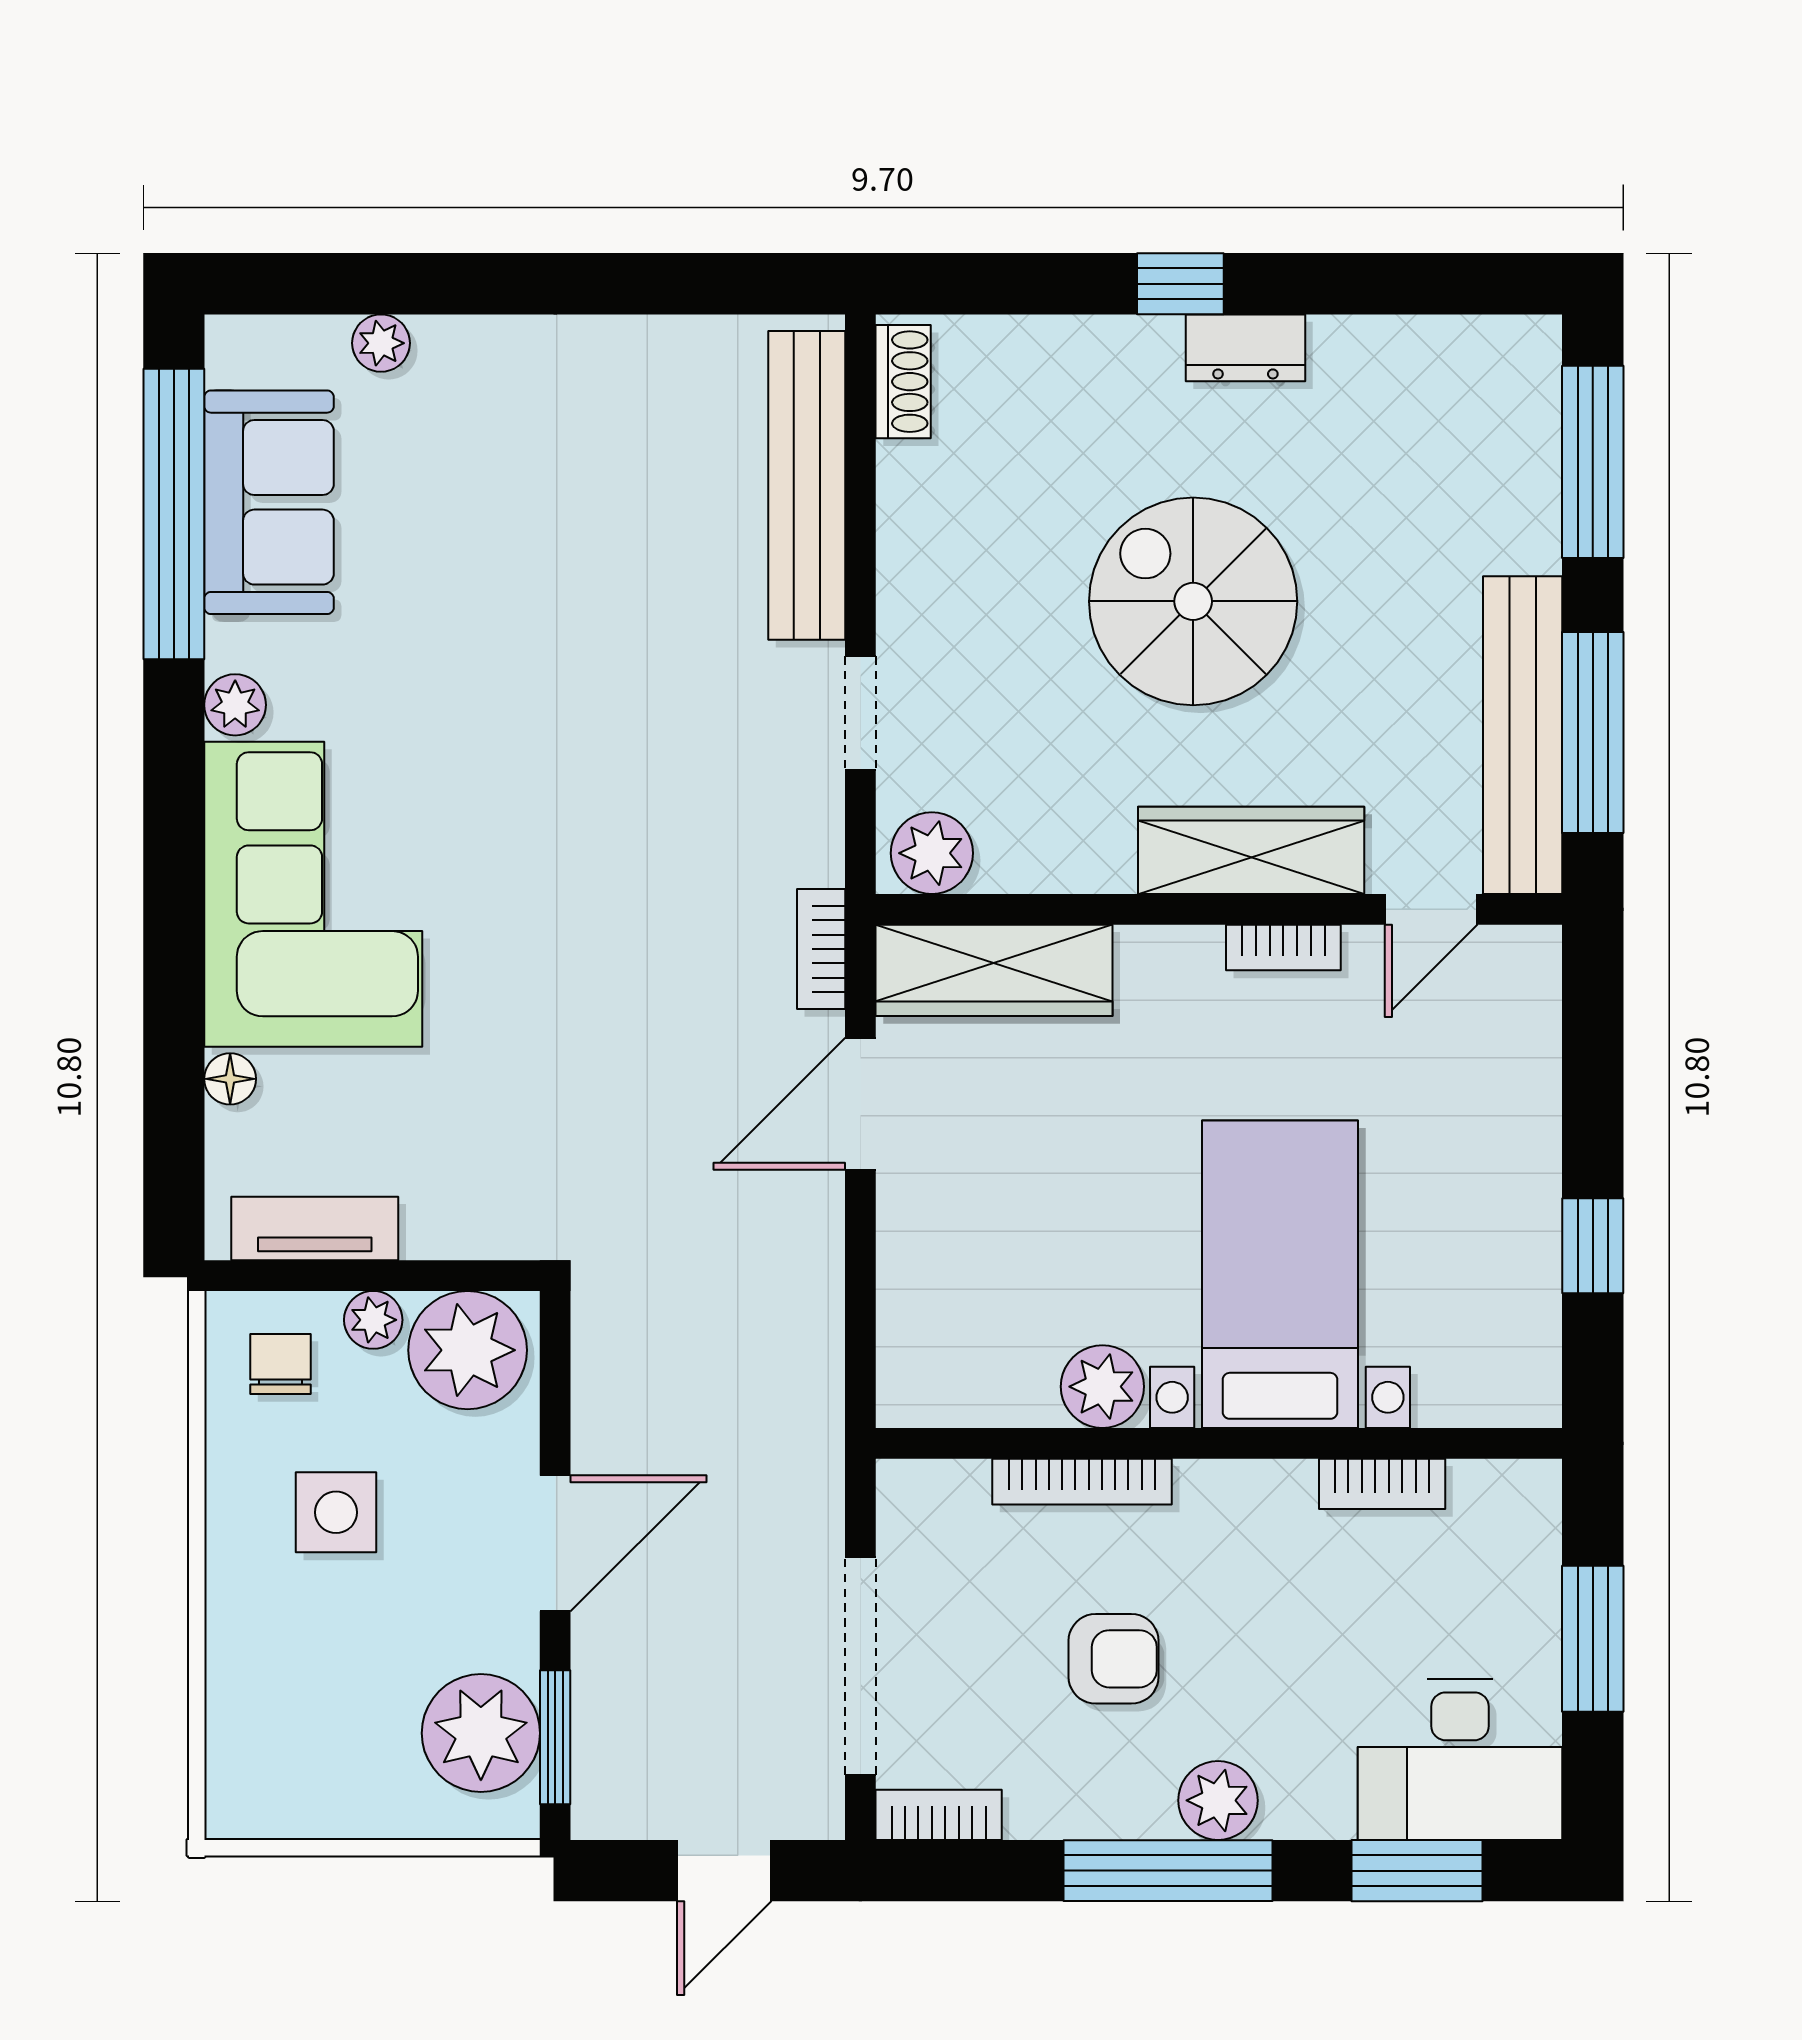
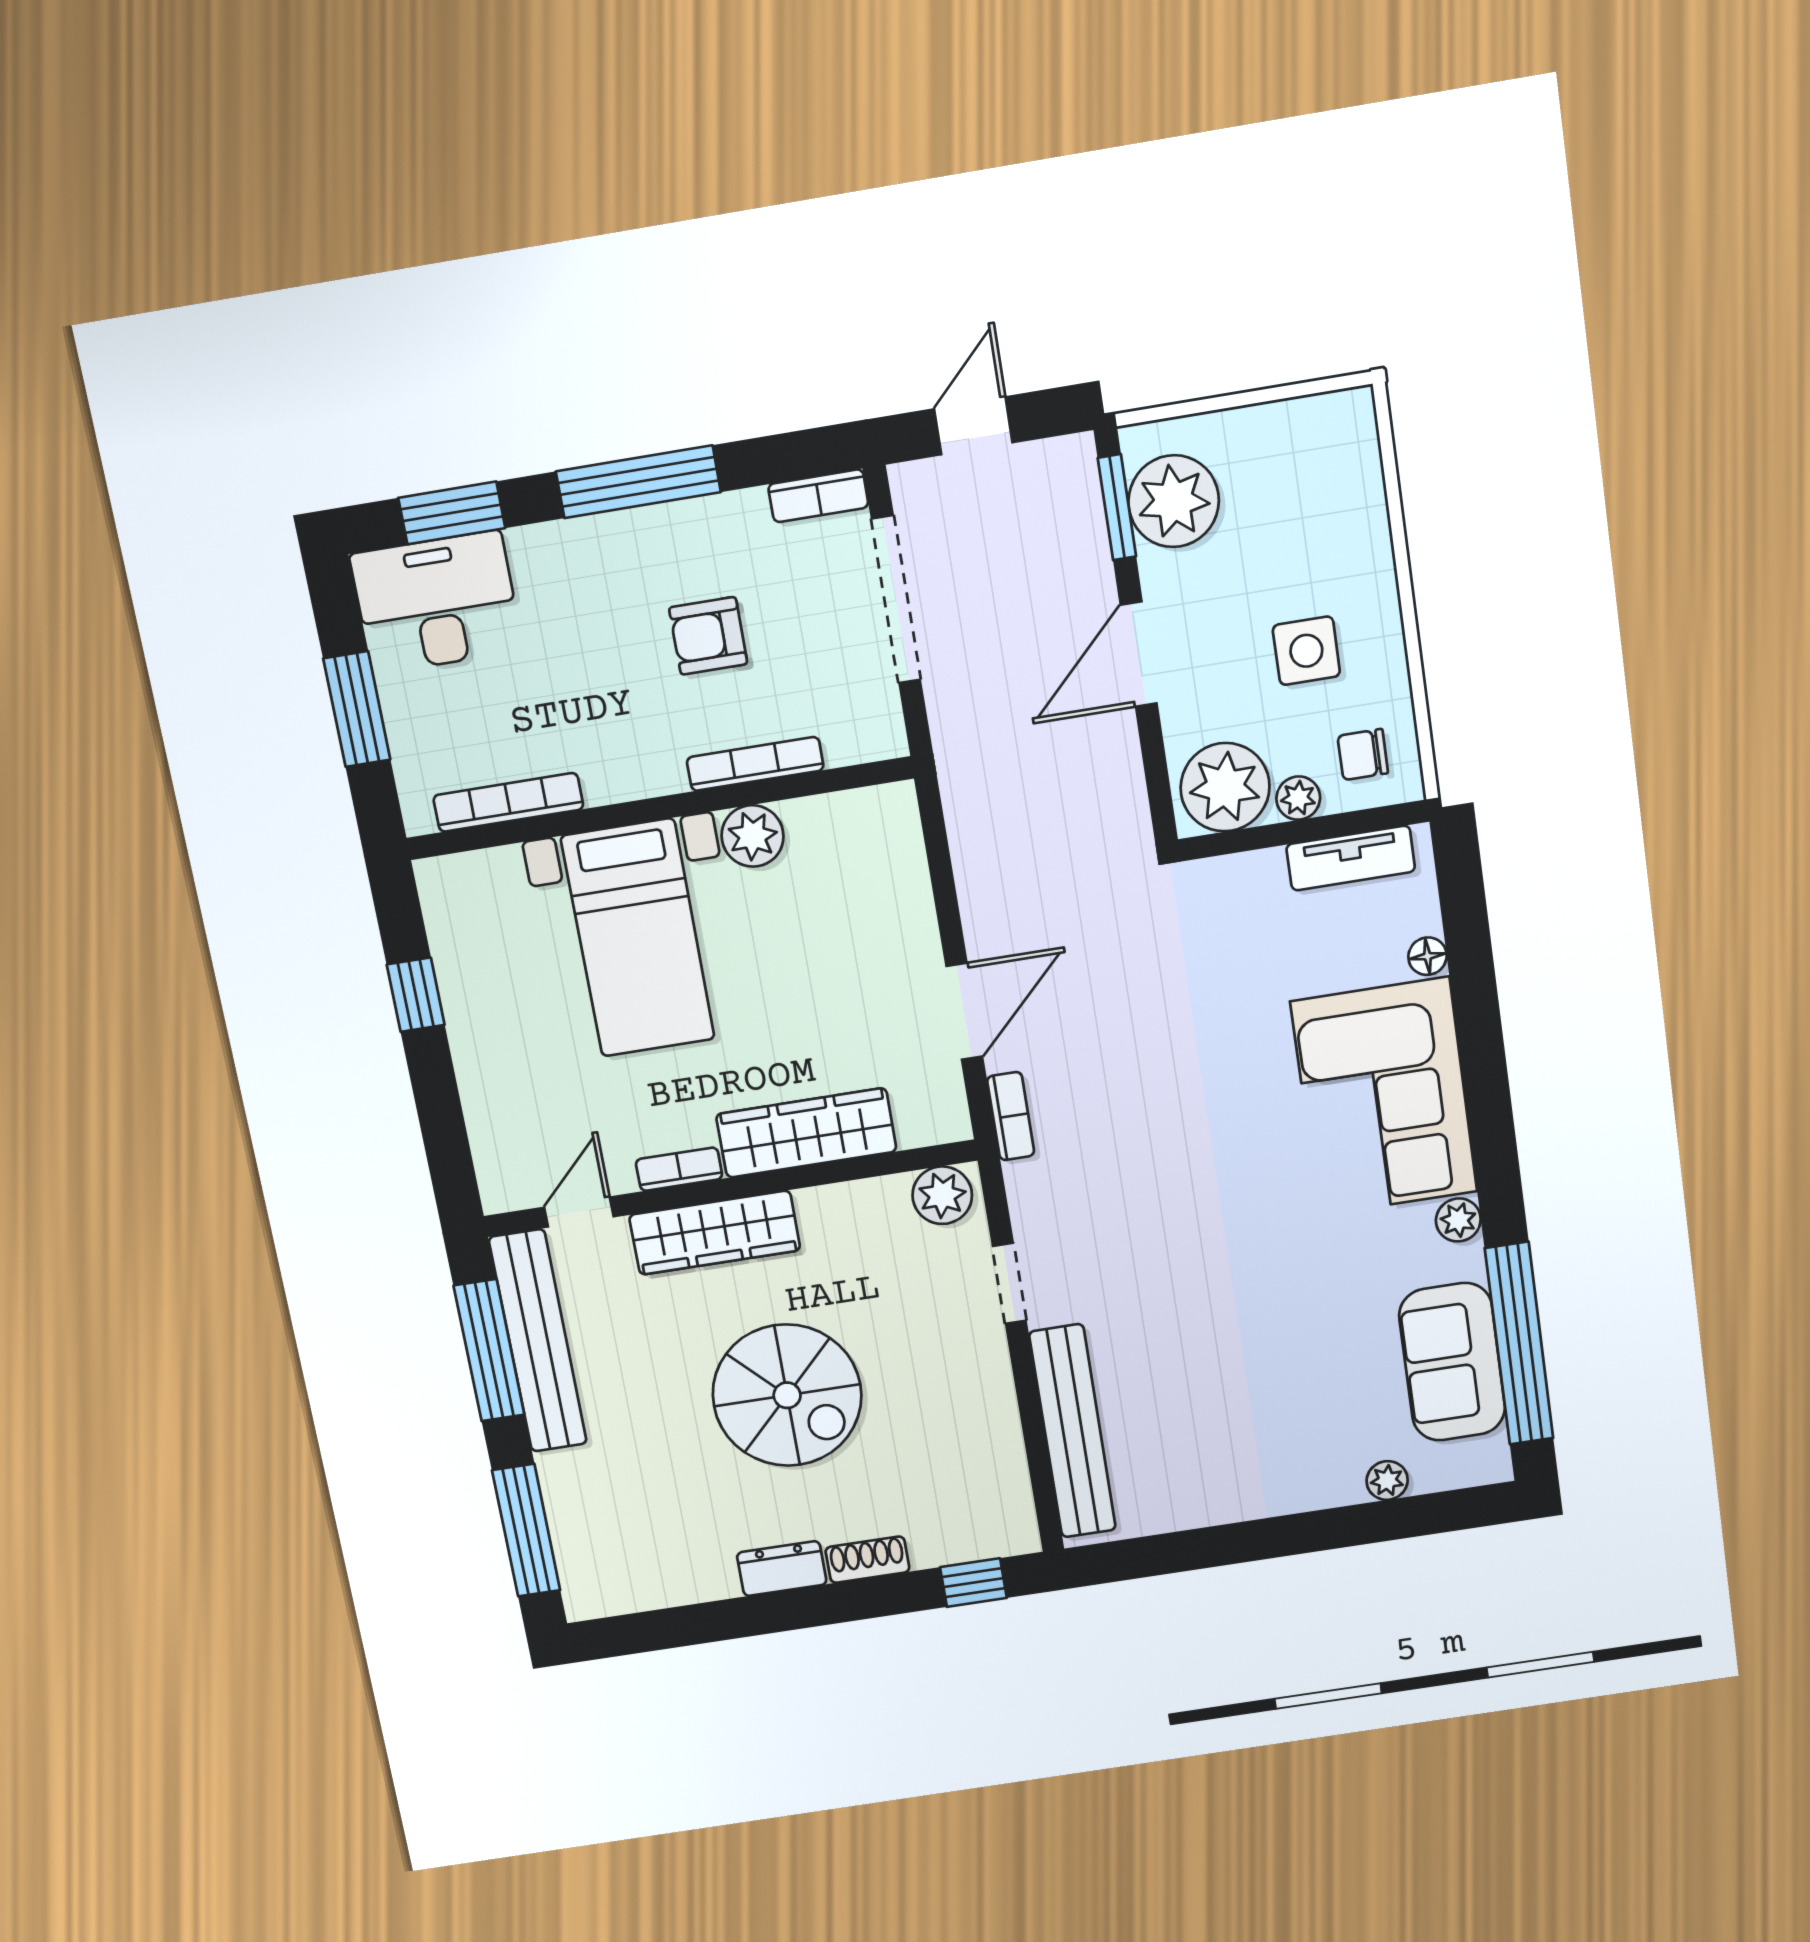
window: (1180, 284) -> (973, 1583), moved
shoe rack: (903, 382) -> (867, 1560), moved, turned 90
wardrobe: (994, 970) -> (806, 1133), moved
chair: (280, 1364) -> (1363, 755), turned 90
bookcase: (1382, 1484) -> (508, 802), width x1.56
plant: (1218, 1800) -> (611, 542), removed

